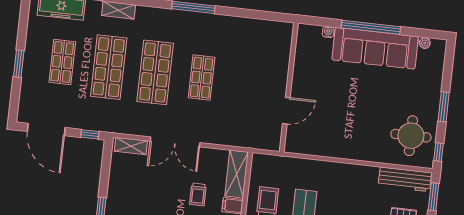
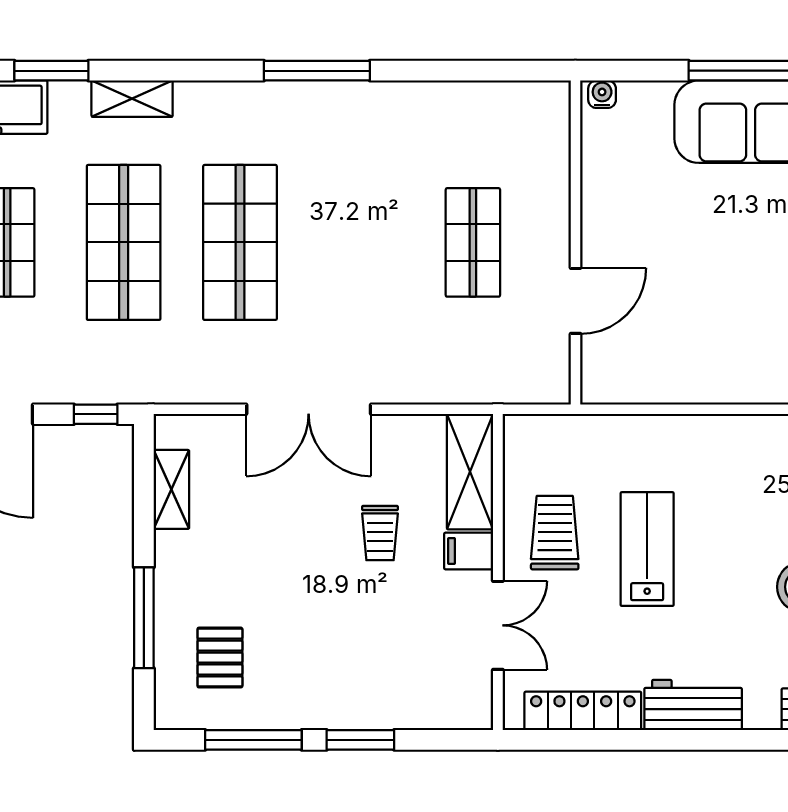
water cooler: (328, 32) -> (602, 94), moved
shop shelf: (202, 78) -> (473, 242), moved
shelving: (131, 146) -> (171, 489), moved, turned 90

